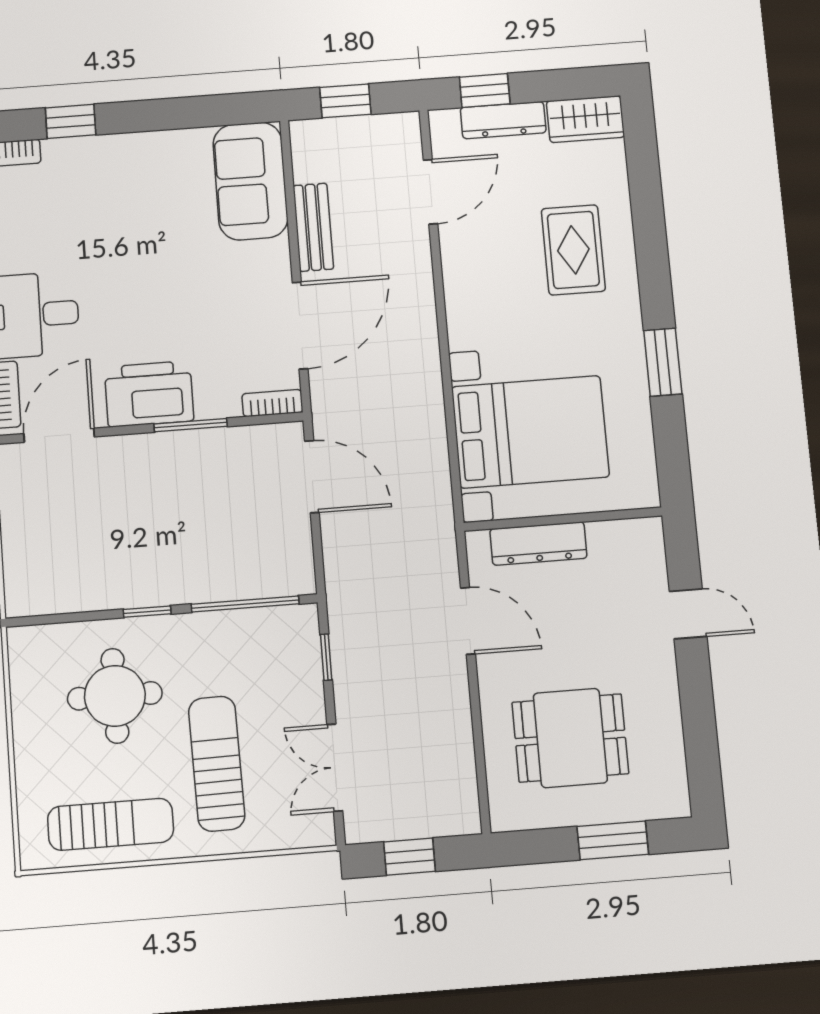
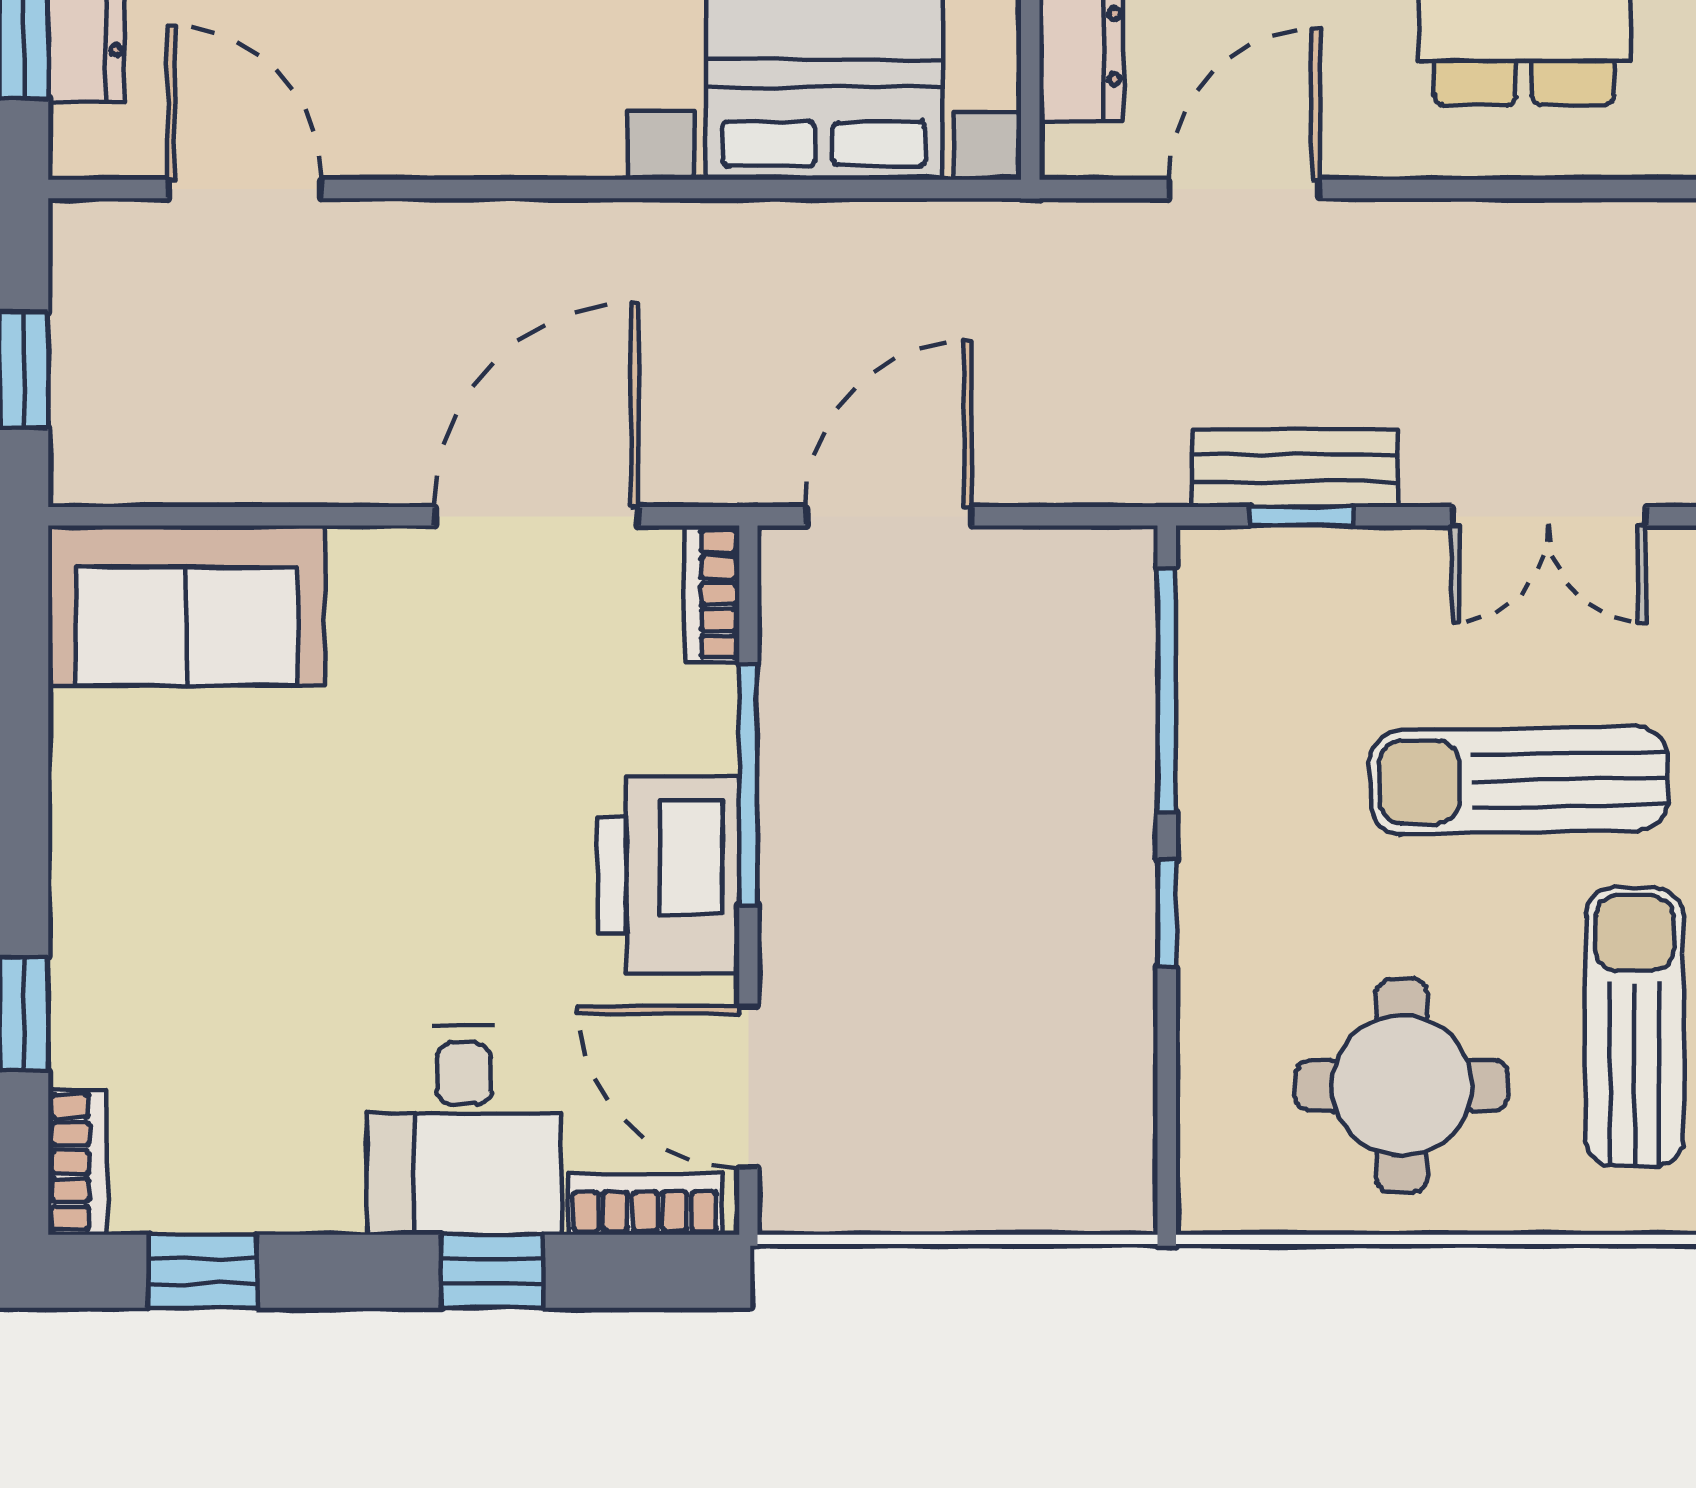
bench: (313, 227) -> (1295, 468), moved
door: (300, 326) -> (536, 516), hinge flipped
window: (191, 425) -> (748, 785), width x1.44
round table: (115, 696) -> (1402, 1085), moved

